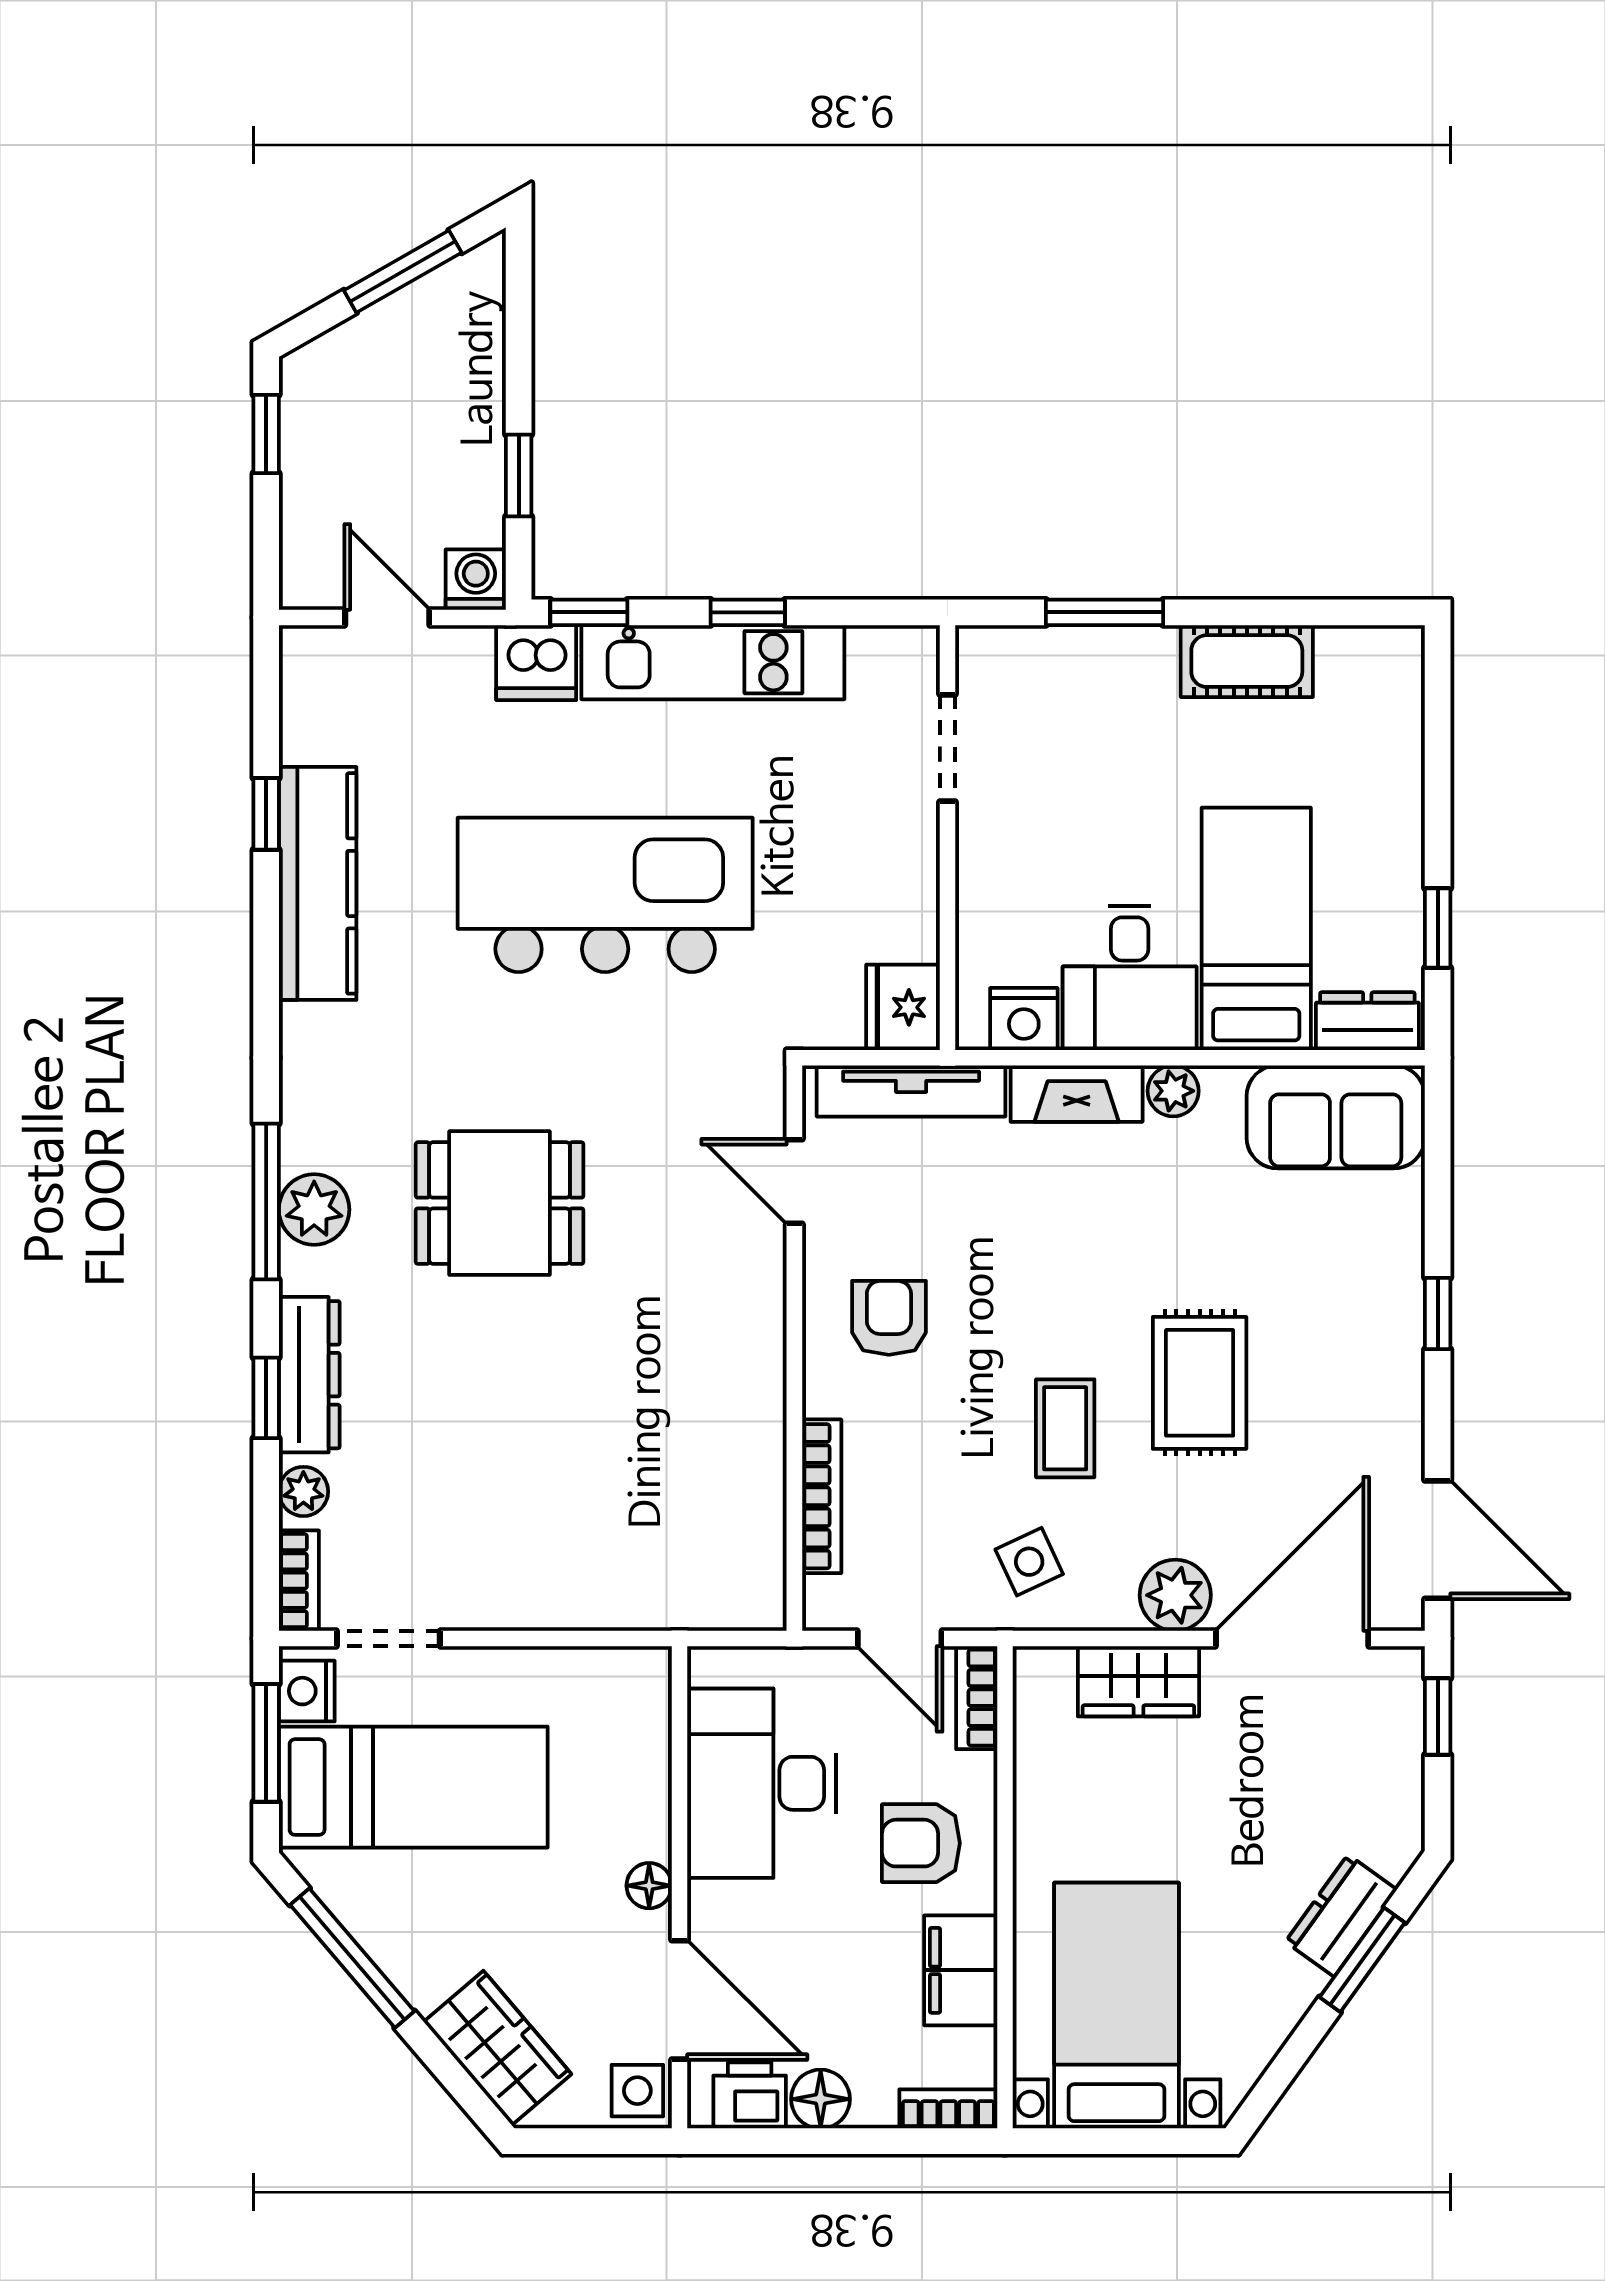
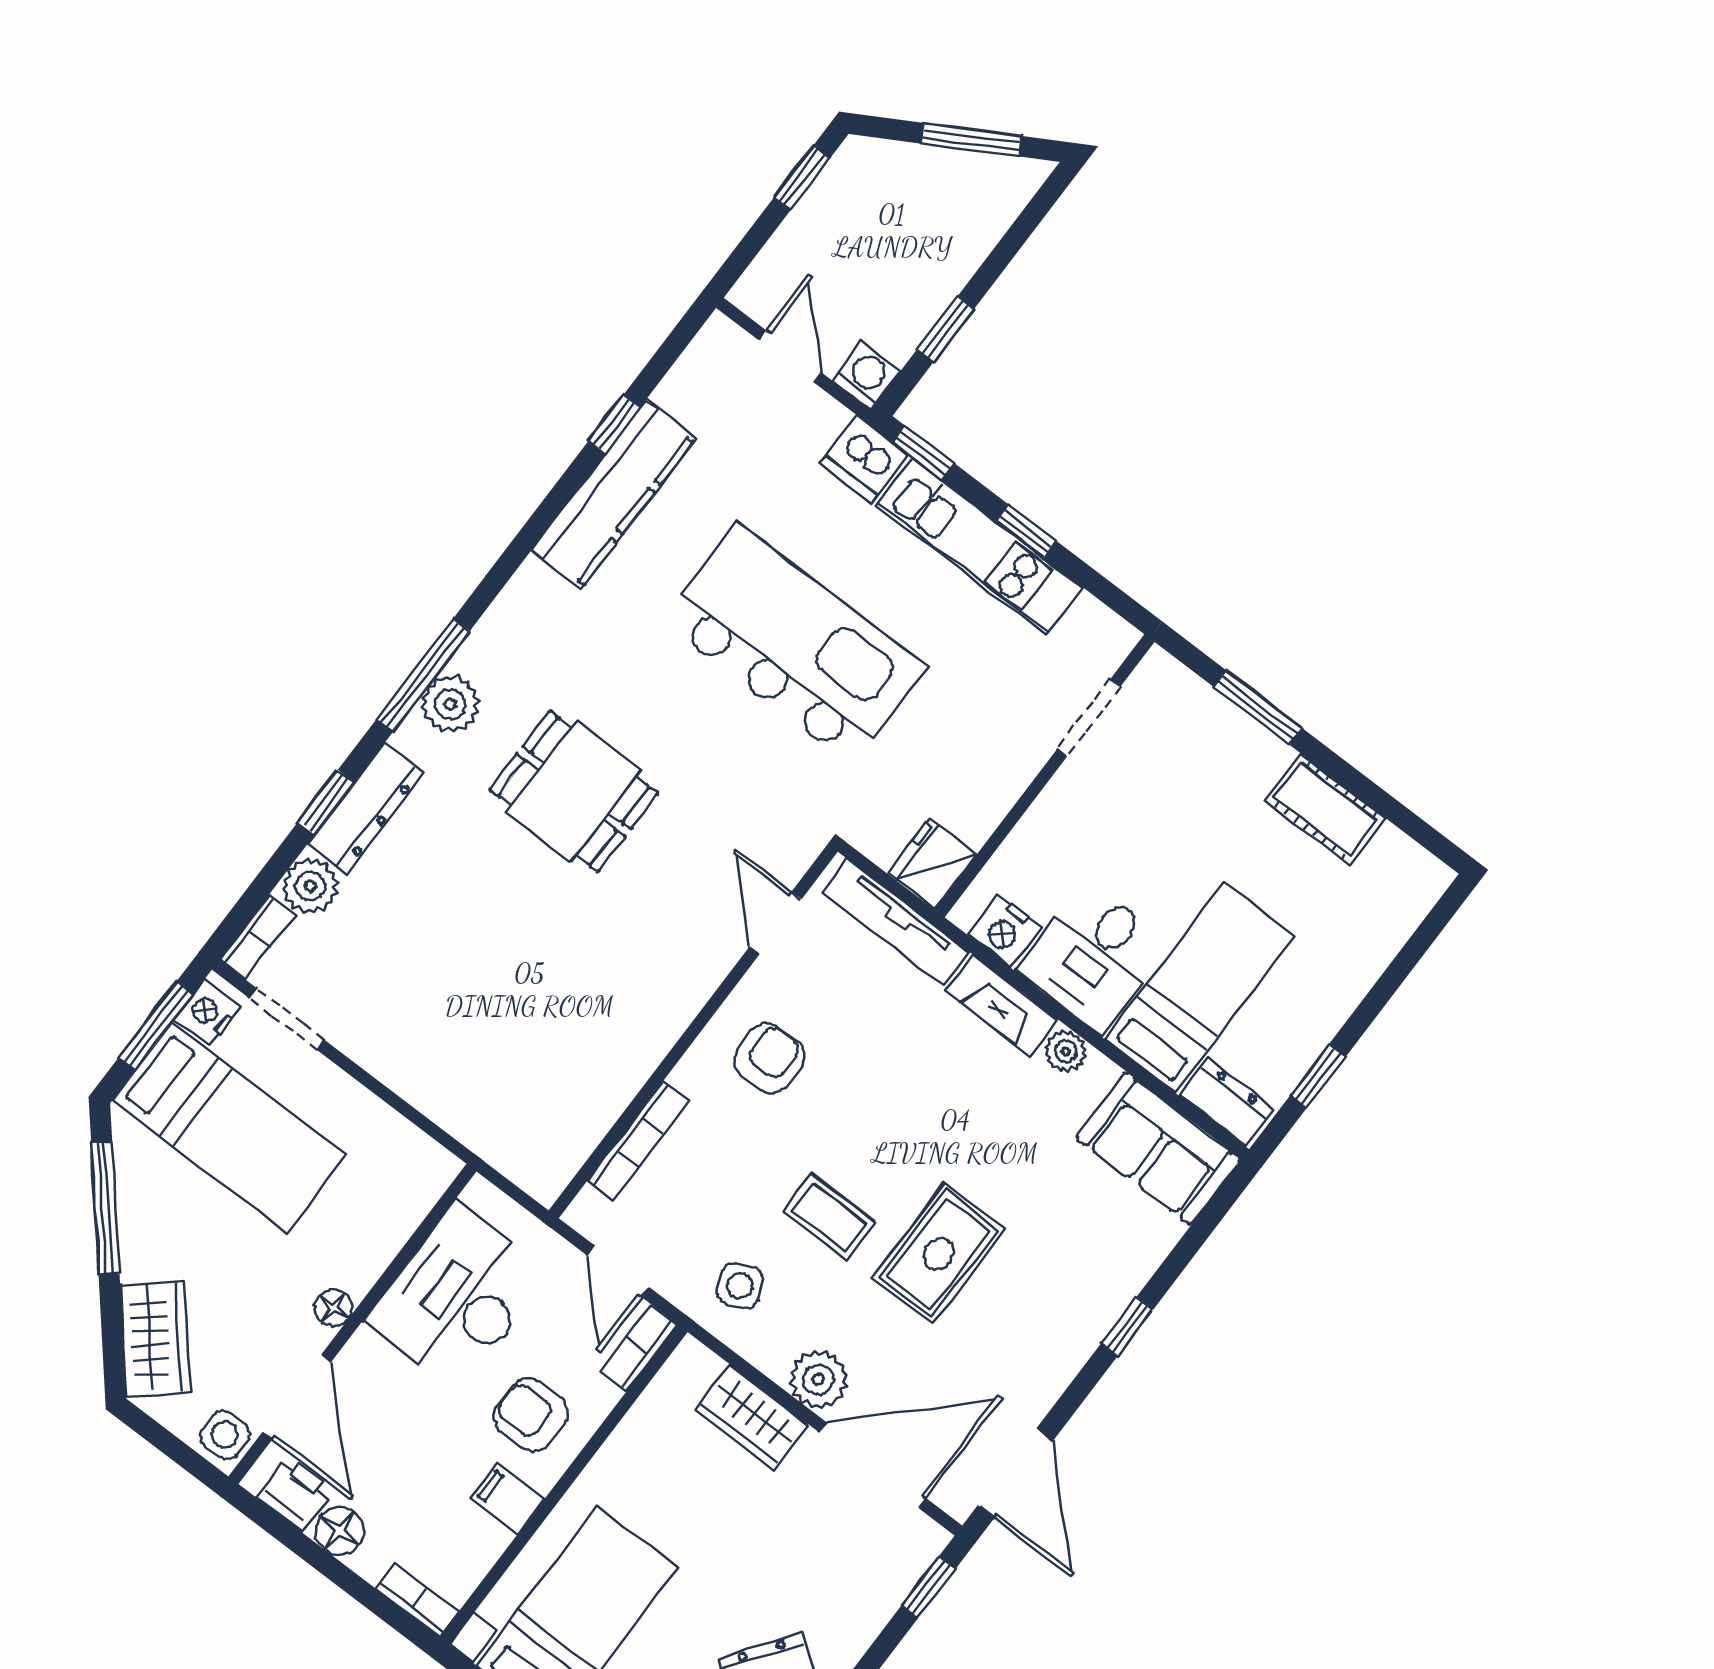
coffee table: (1065, 1428) -> (829, 1217), turned 90
plant: (303, 1491) -> (310, 886), width x1.38, depth x1.38
filing cabinet: (961, 1970) -> (507, 1499), width x0.50

